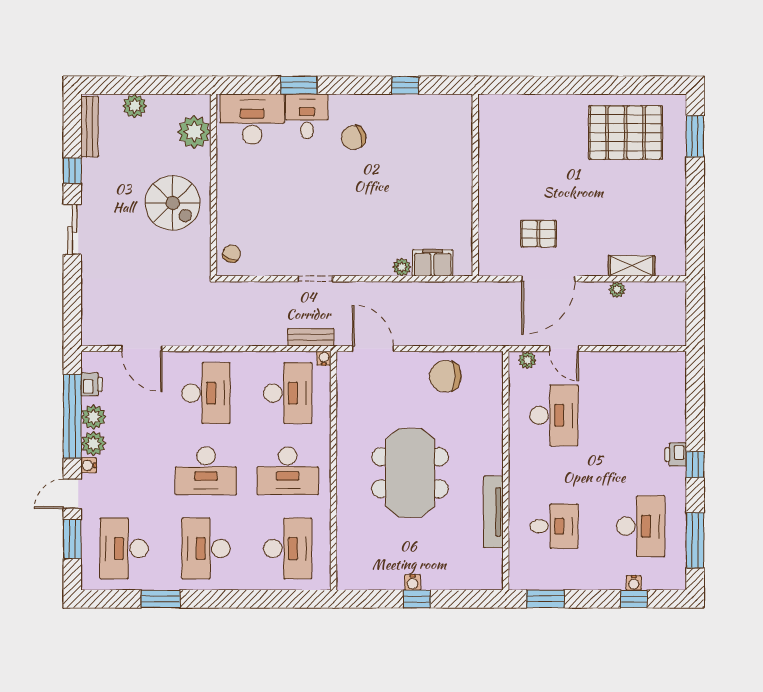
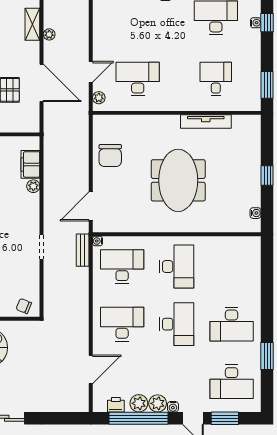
meeting table: (410, 473) -> (178, 180), turned 90
desk: (288, 548) -> (232, 266), removed
water cooler: (413, 582) -> (255, 213), moved

